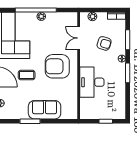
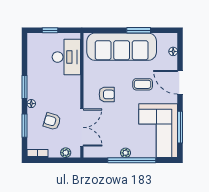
double door: (79, 38) -> (82, 127), width x1.37
armchair: (57, 66) -> (107, 94), width x0.53, depth x0.53
desk: (92, 82) -> (66, 57), moved
sofa: (45, 110) -> (122, 47), width x1.85, depth x1.27

